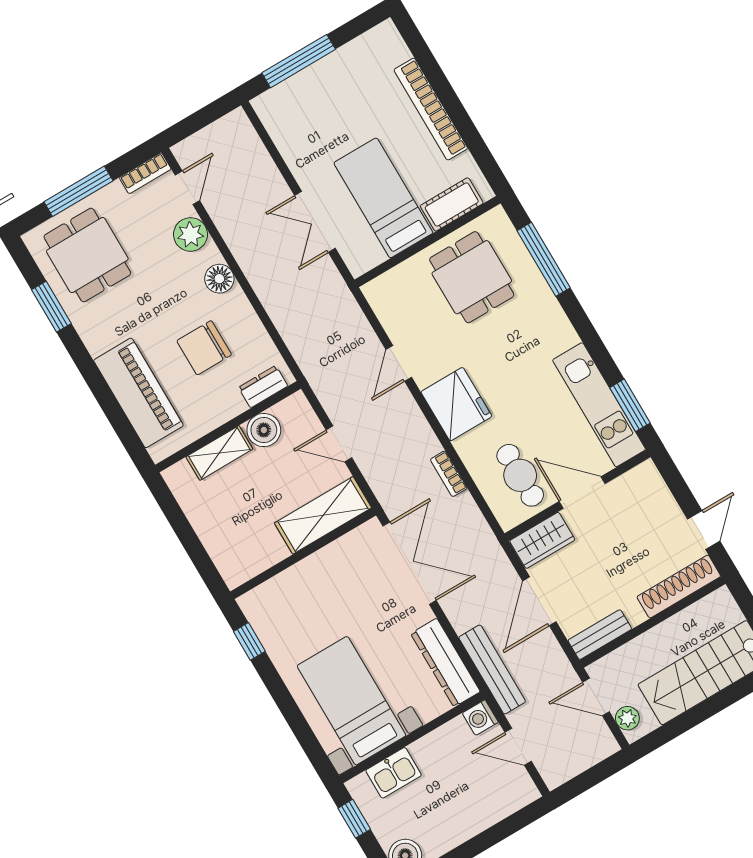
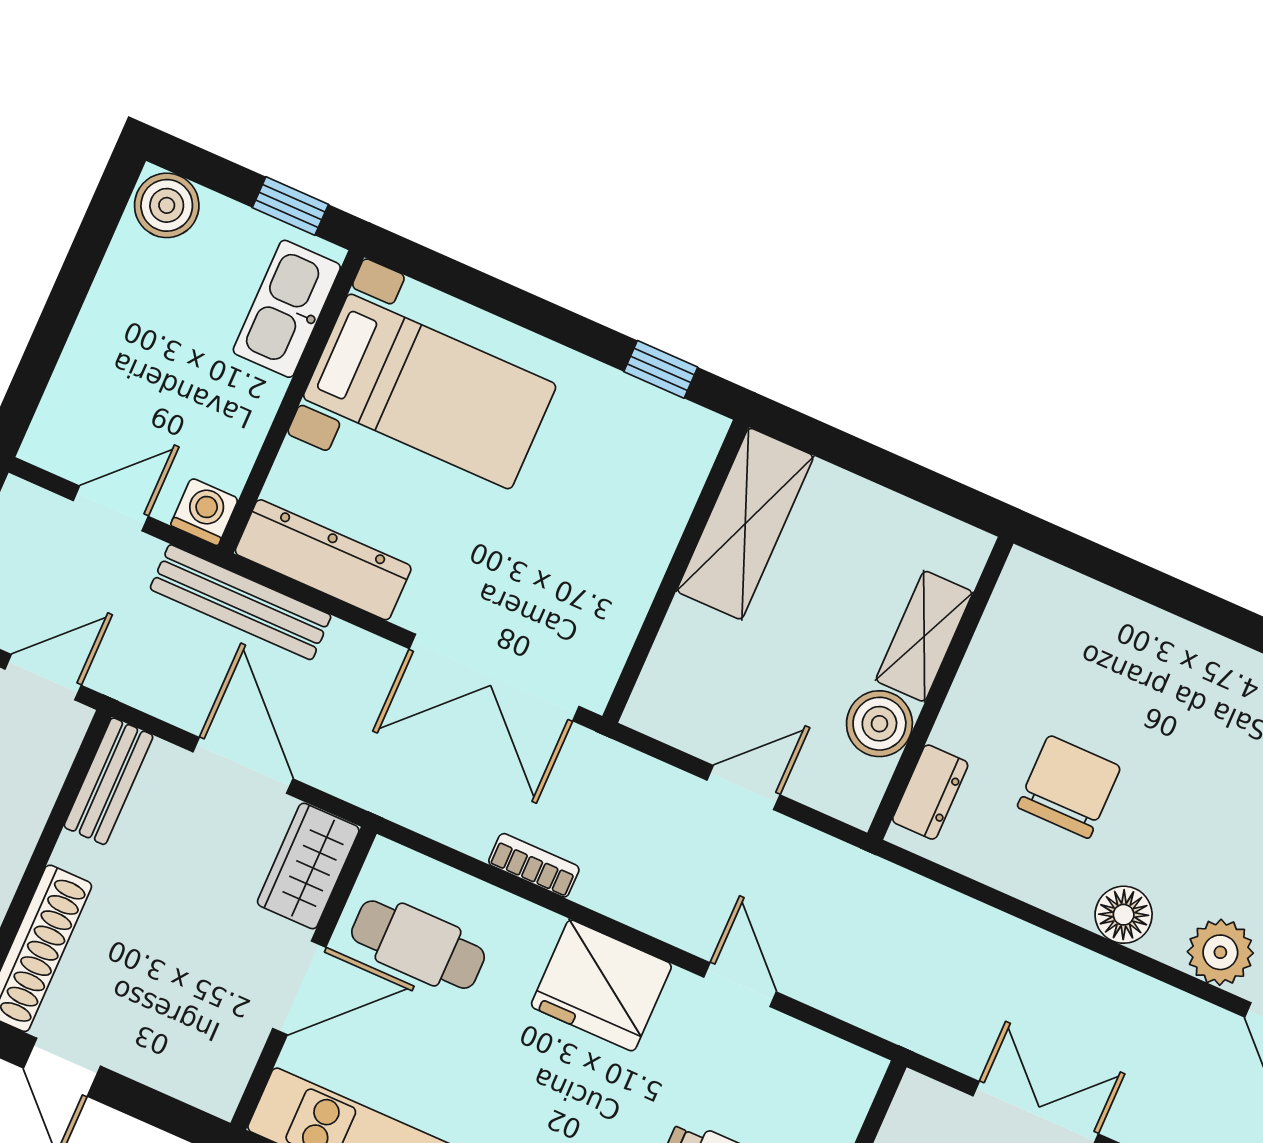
piano: (138, 393) -> (1122, 640), removed
shelving: (323, 515) -> (745, 524), moved
kitchen sink: (394, 773) -> (287, 309), width x1.38

